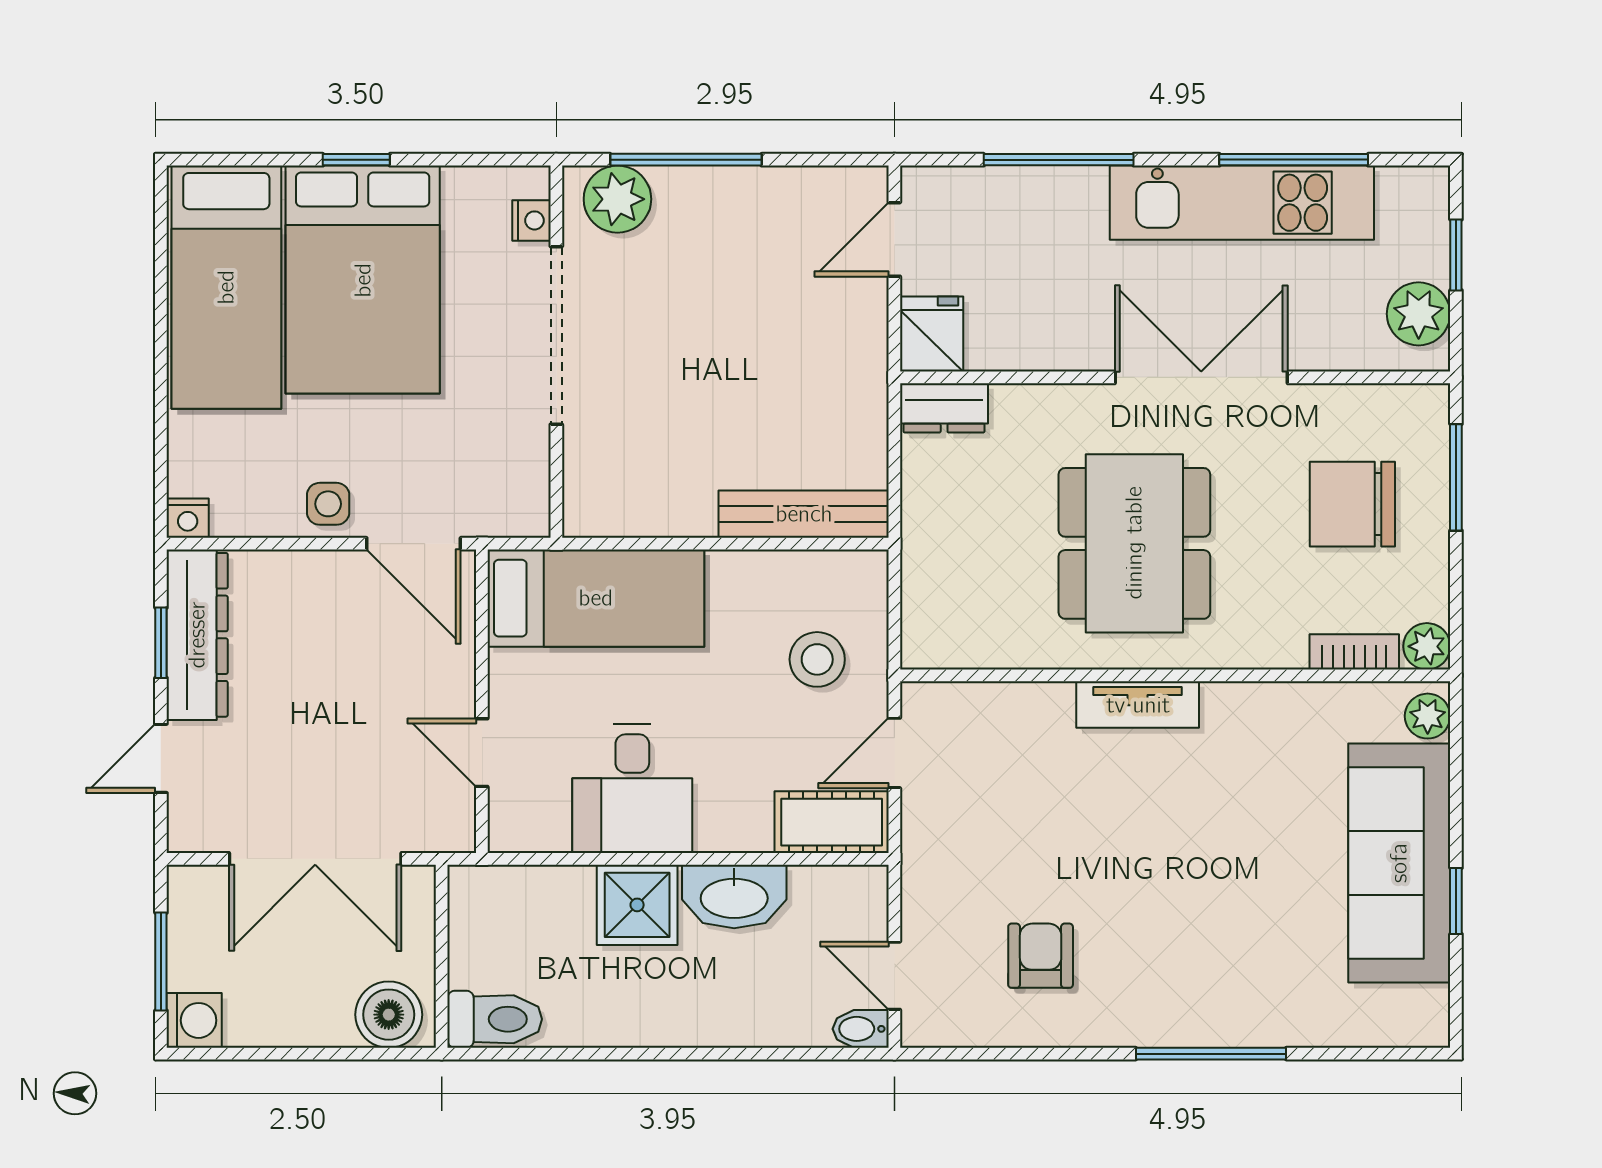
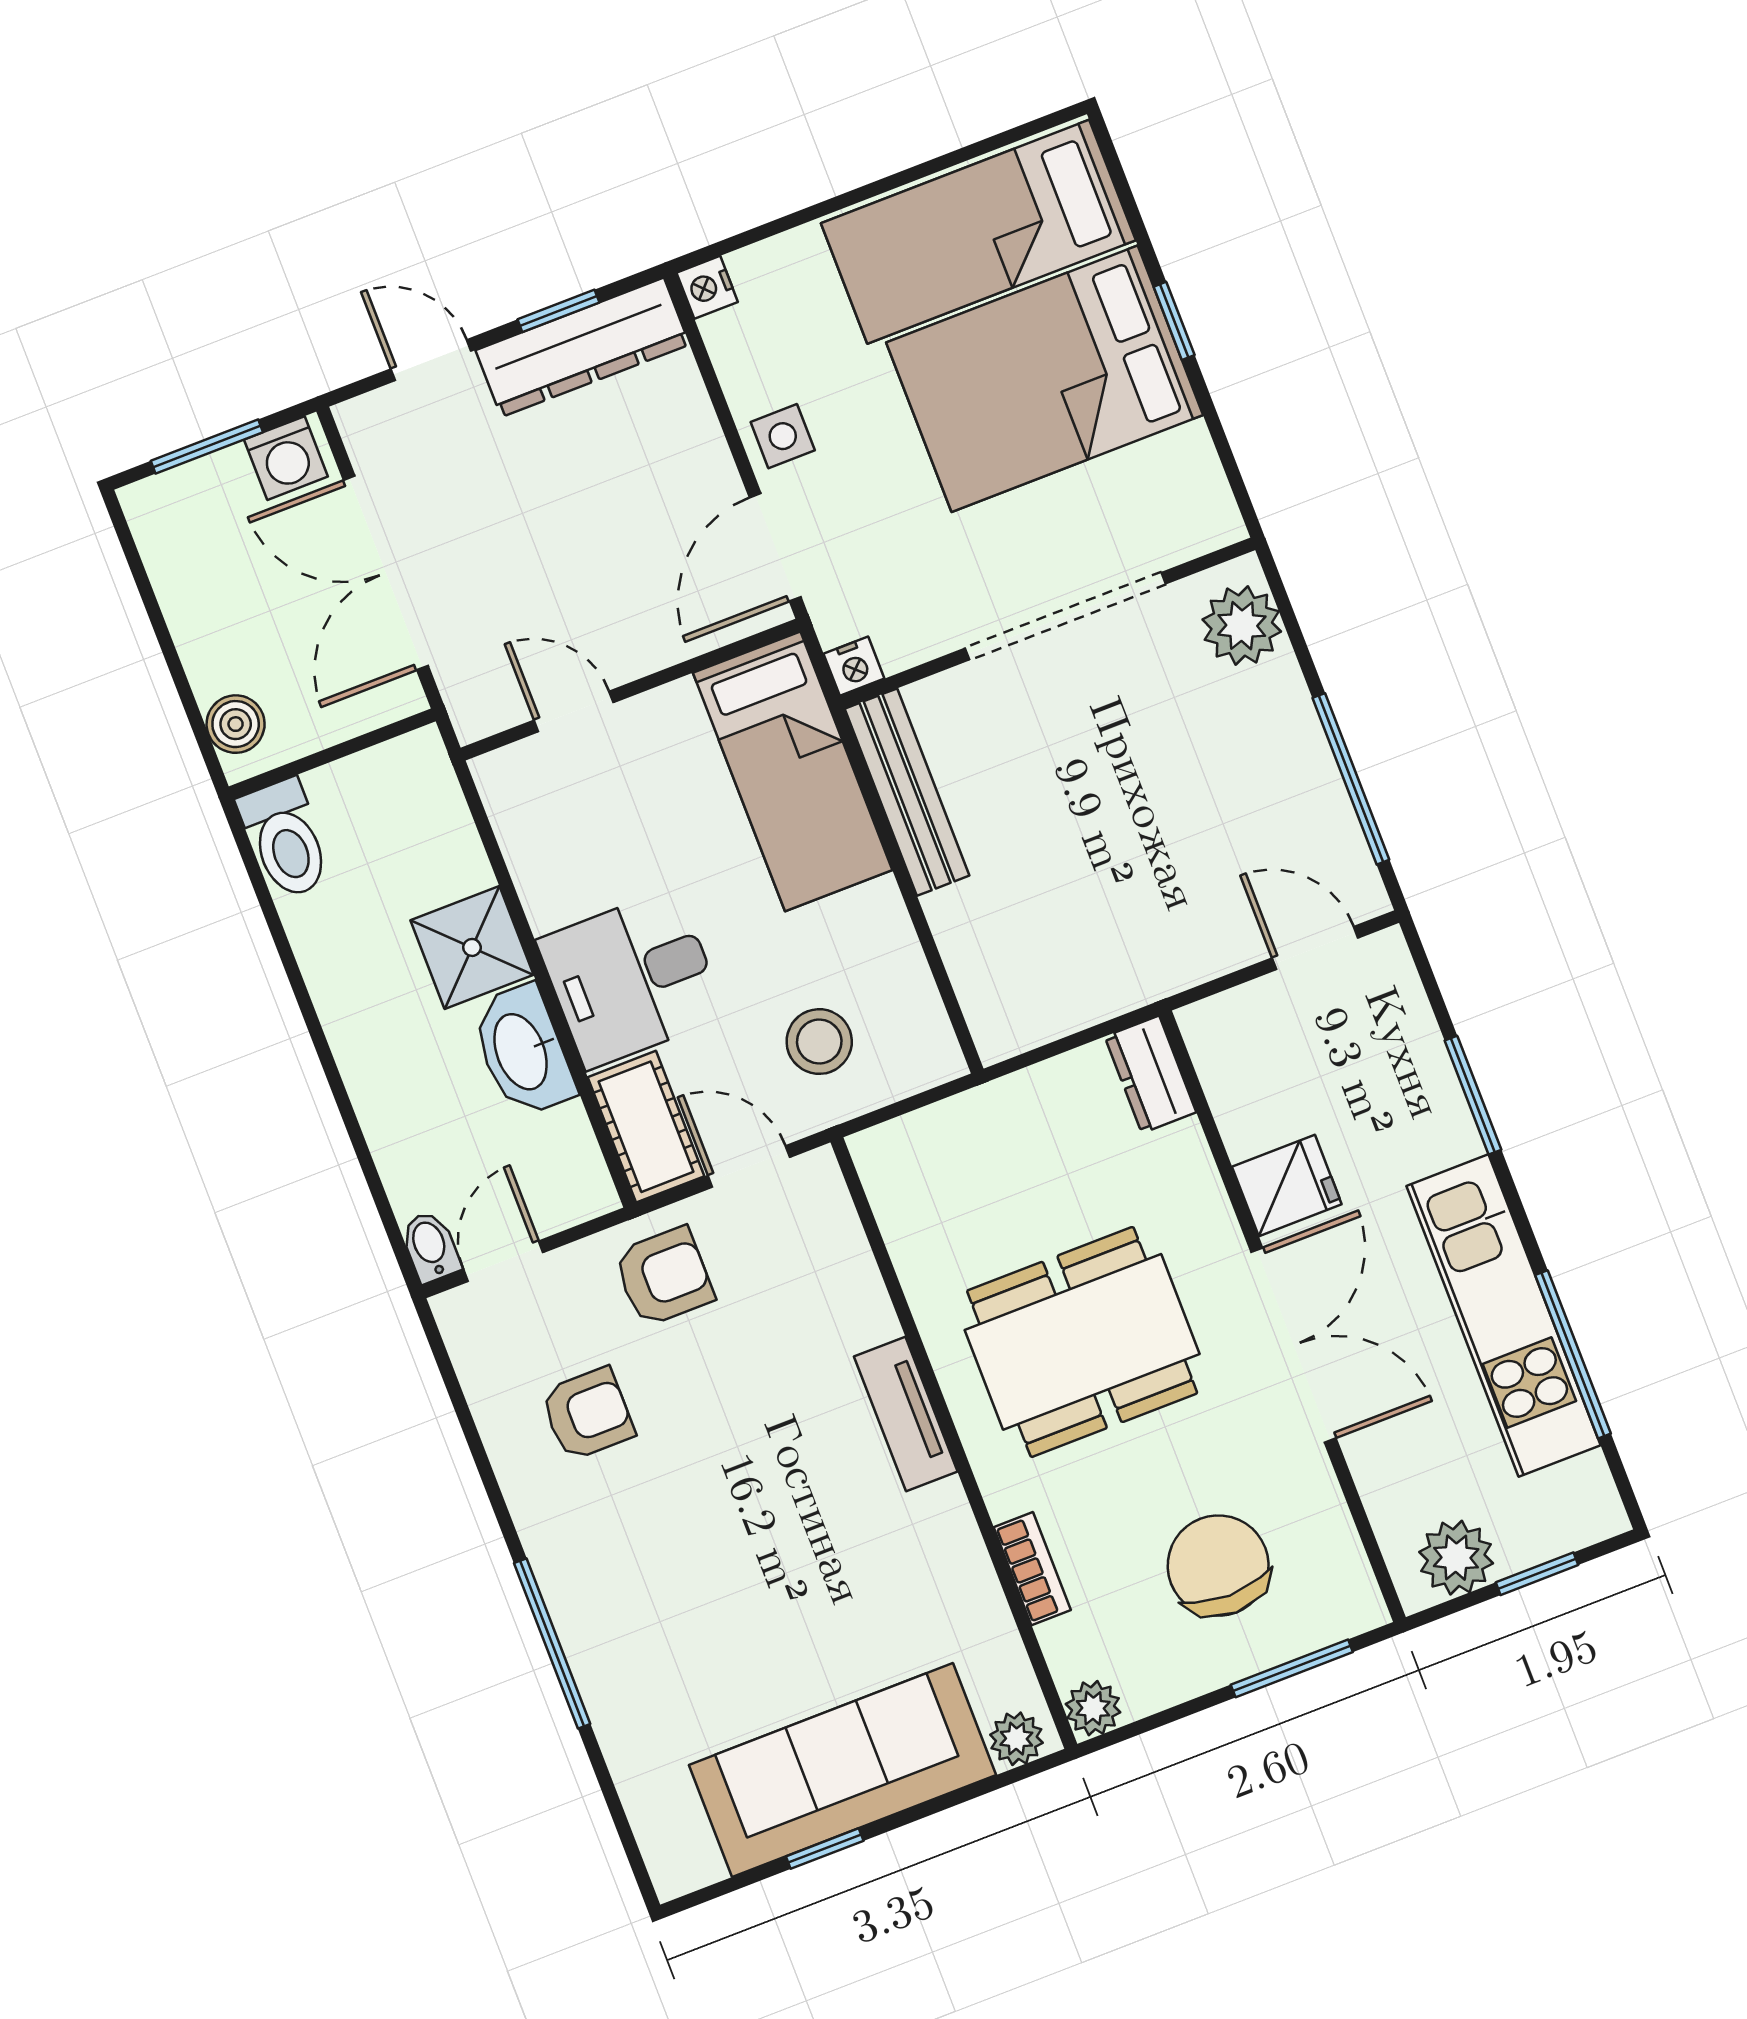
window: (686, 160) -> (1351, 779), moved
window: (1059, 160) -> (1473, 1095), width x0.69
nightstand: (531, 220) -> (854, 666), moved
fridge: (932, 334) -> (1287, 1185), moved
bench: (804, 514) -> (907, 792), moved
bookcase: (1354, 652) -> (1032, 1569), moved
door: (482, 753) -> (574, 711), hinge flipped
desk: (632, 788) -> (631, 978), moved
armchair: (955, 854) -> (664, 1277), added
boiler: (389, 1015) -> (236, 724), width x0.73, depth x0.73
washing machine: (194, 1020) -> (286, 458), moved

